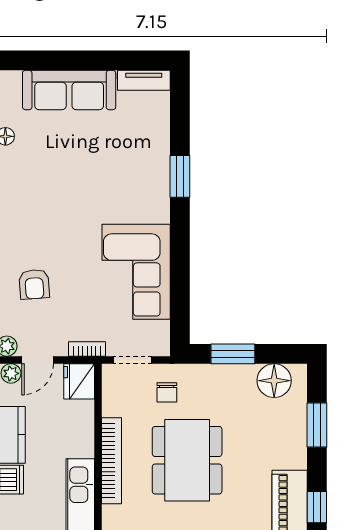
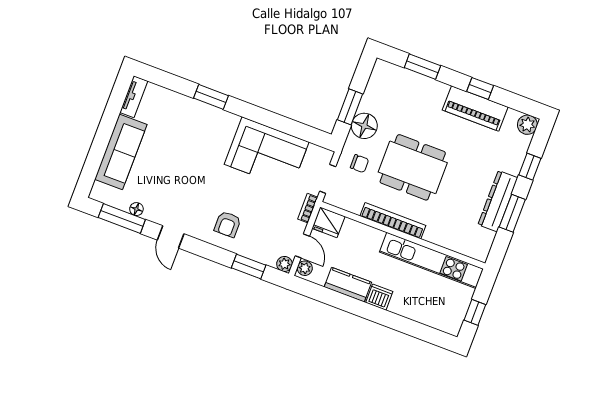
armchair: (34, 284) -> (228, 224), moved, turned 94
floor lamp: (274, 381) -> (364, 126), moved

